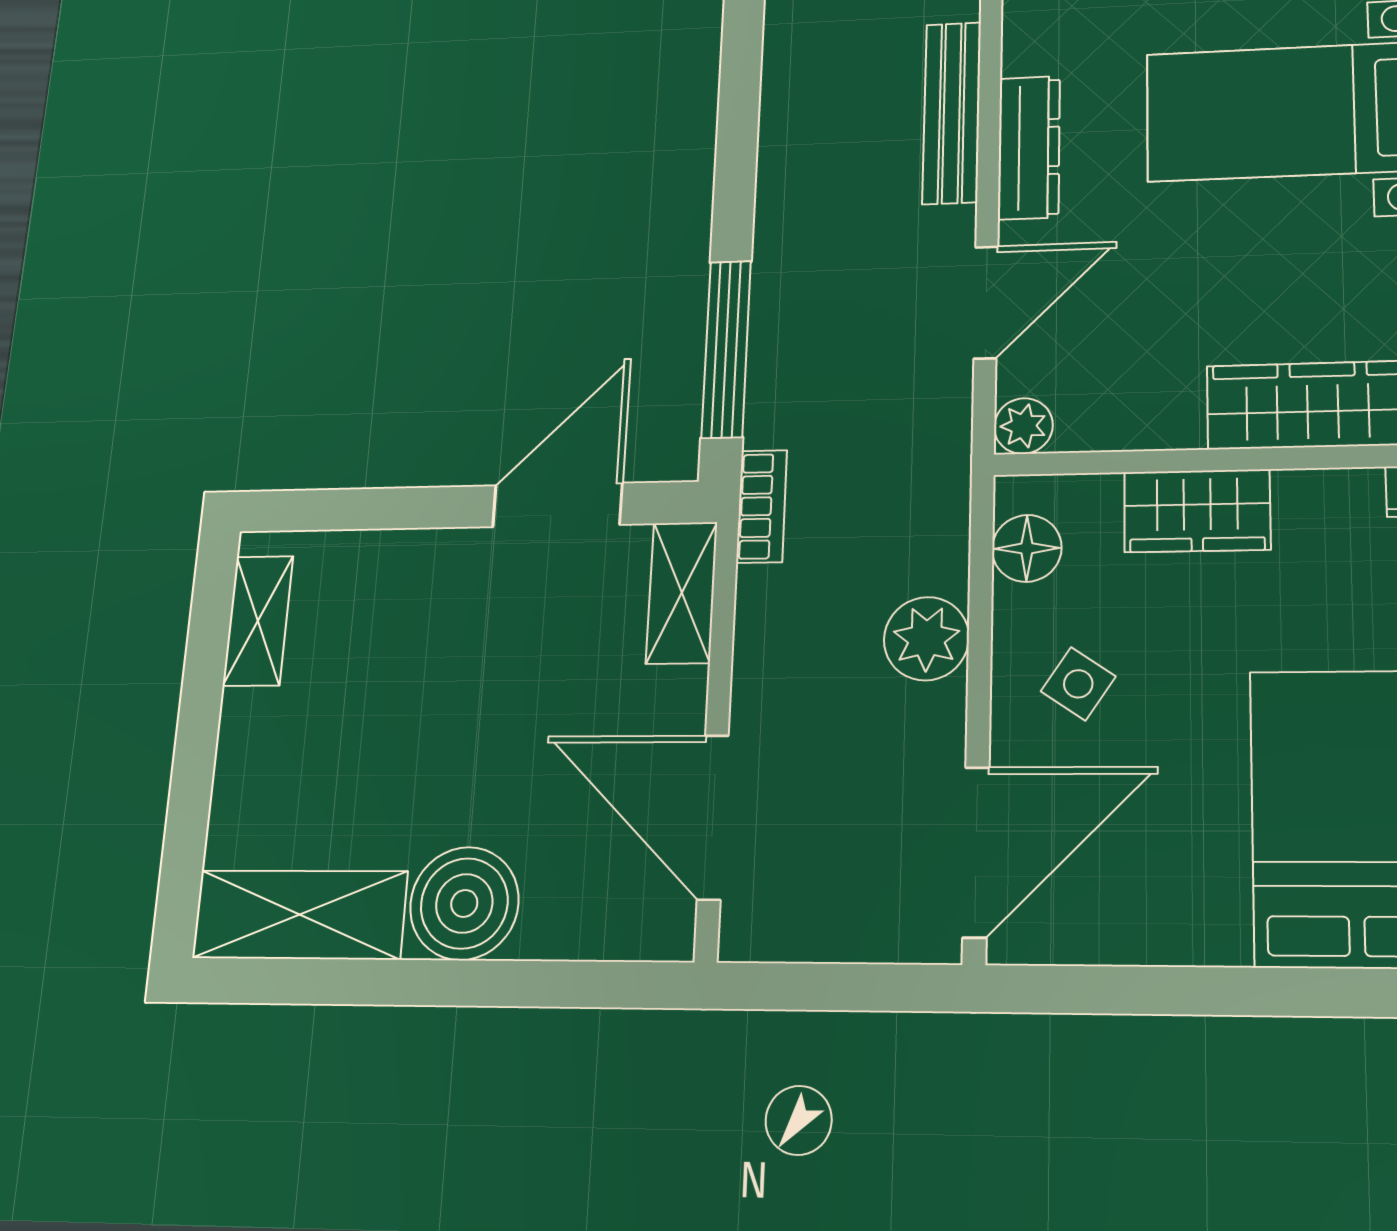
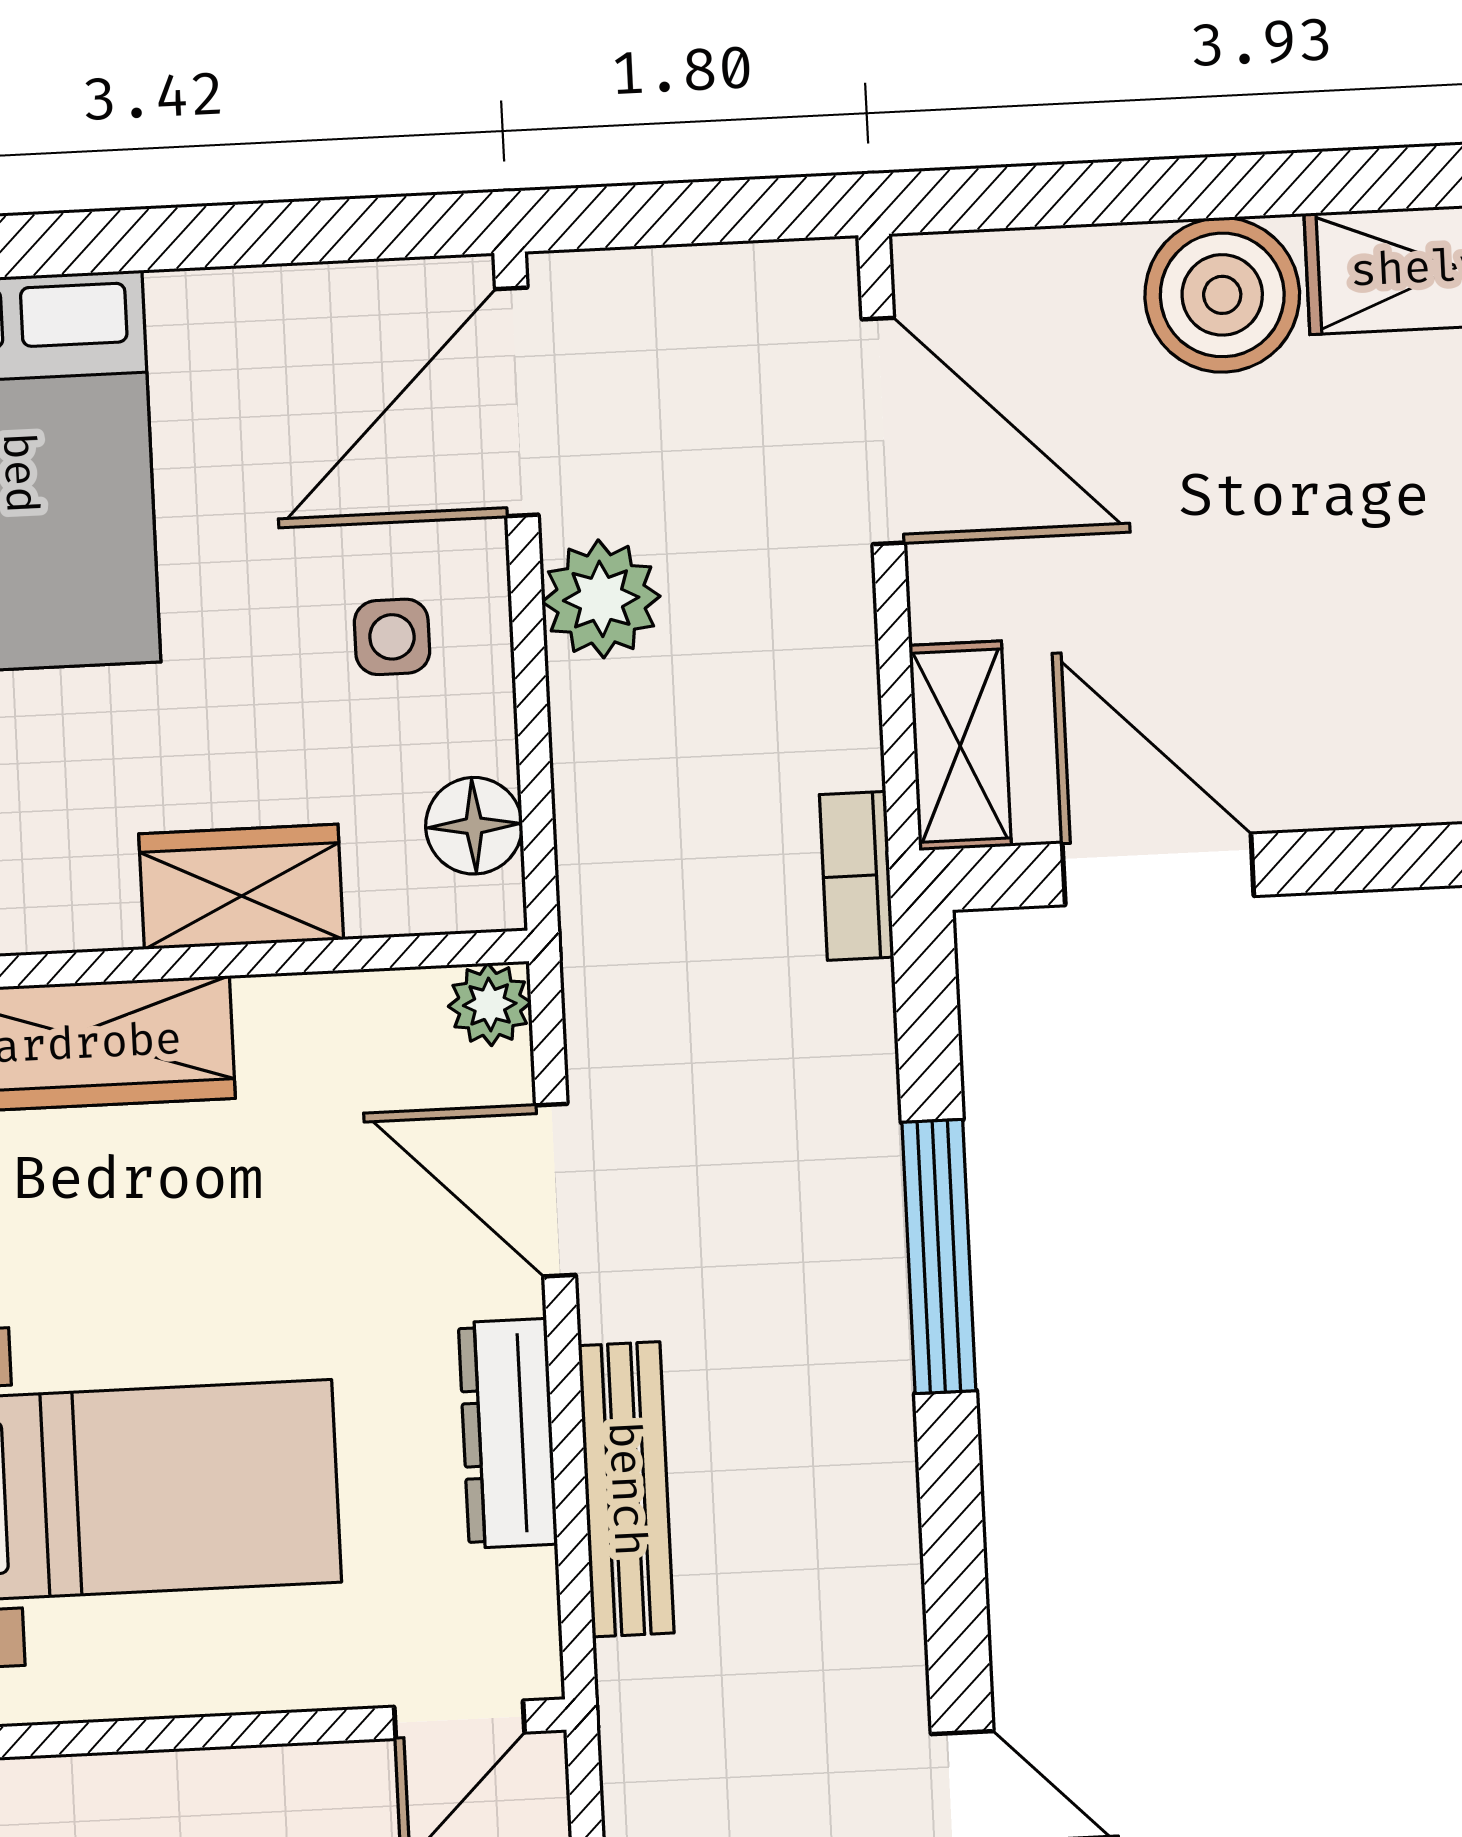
door: (986, 302) -> (555, 1190), hinge flipped
window: (726, 349) -> (939, 1256), moved
door: (557, 505) -> (1158, 869), swing flipped
plant: (926, 639) -> (601, 599), moved
side table: (1078, 684) -> (392, 637), turned -34

